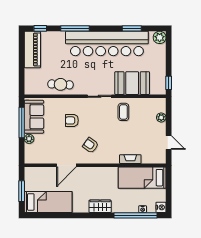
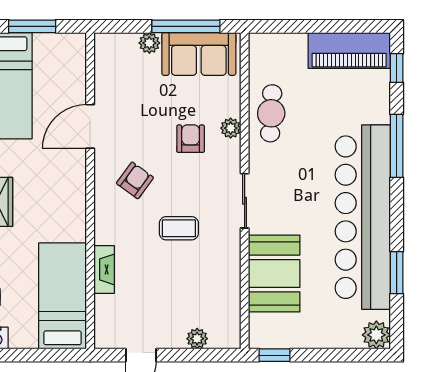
plant: (67, 102) -> (231, 128), added
coffee table: (123, 112) -> (179, 228), moved
door: (66, 165) -> (90, 126), hinge flipped

